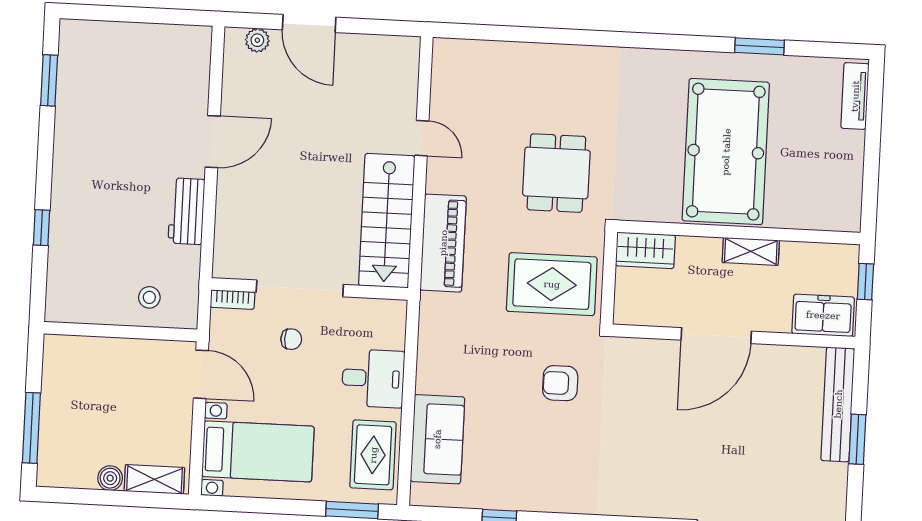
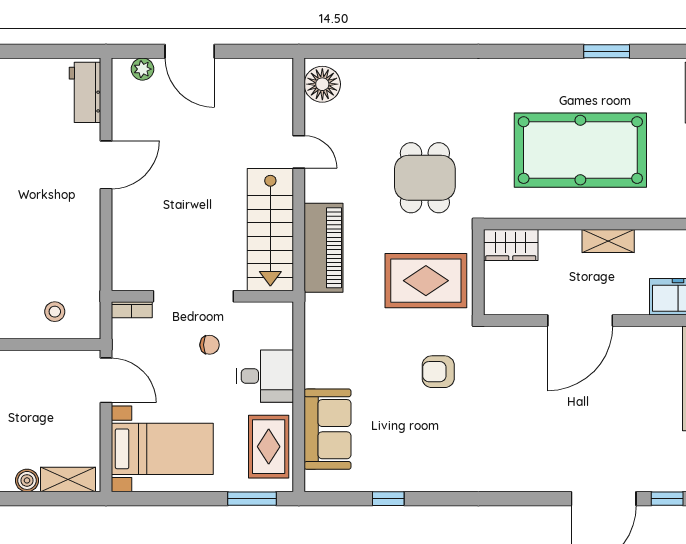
floor lamp: (451, 66) -> (322, 84), added
pool table: (726, 152) -> (580, 150), turned 90
workbench: (186, 211) -> (85, 92), moved
chair: (291, 339) -> (210, 345), moved

